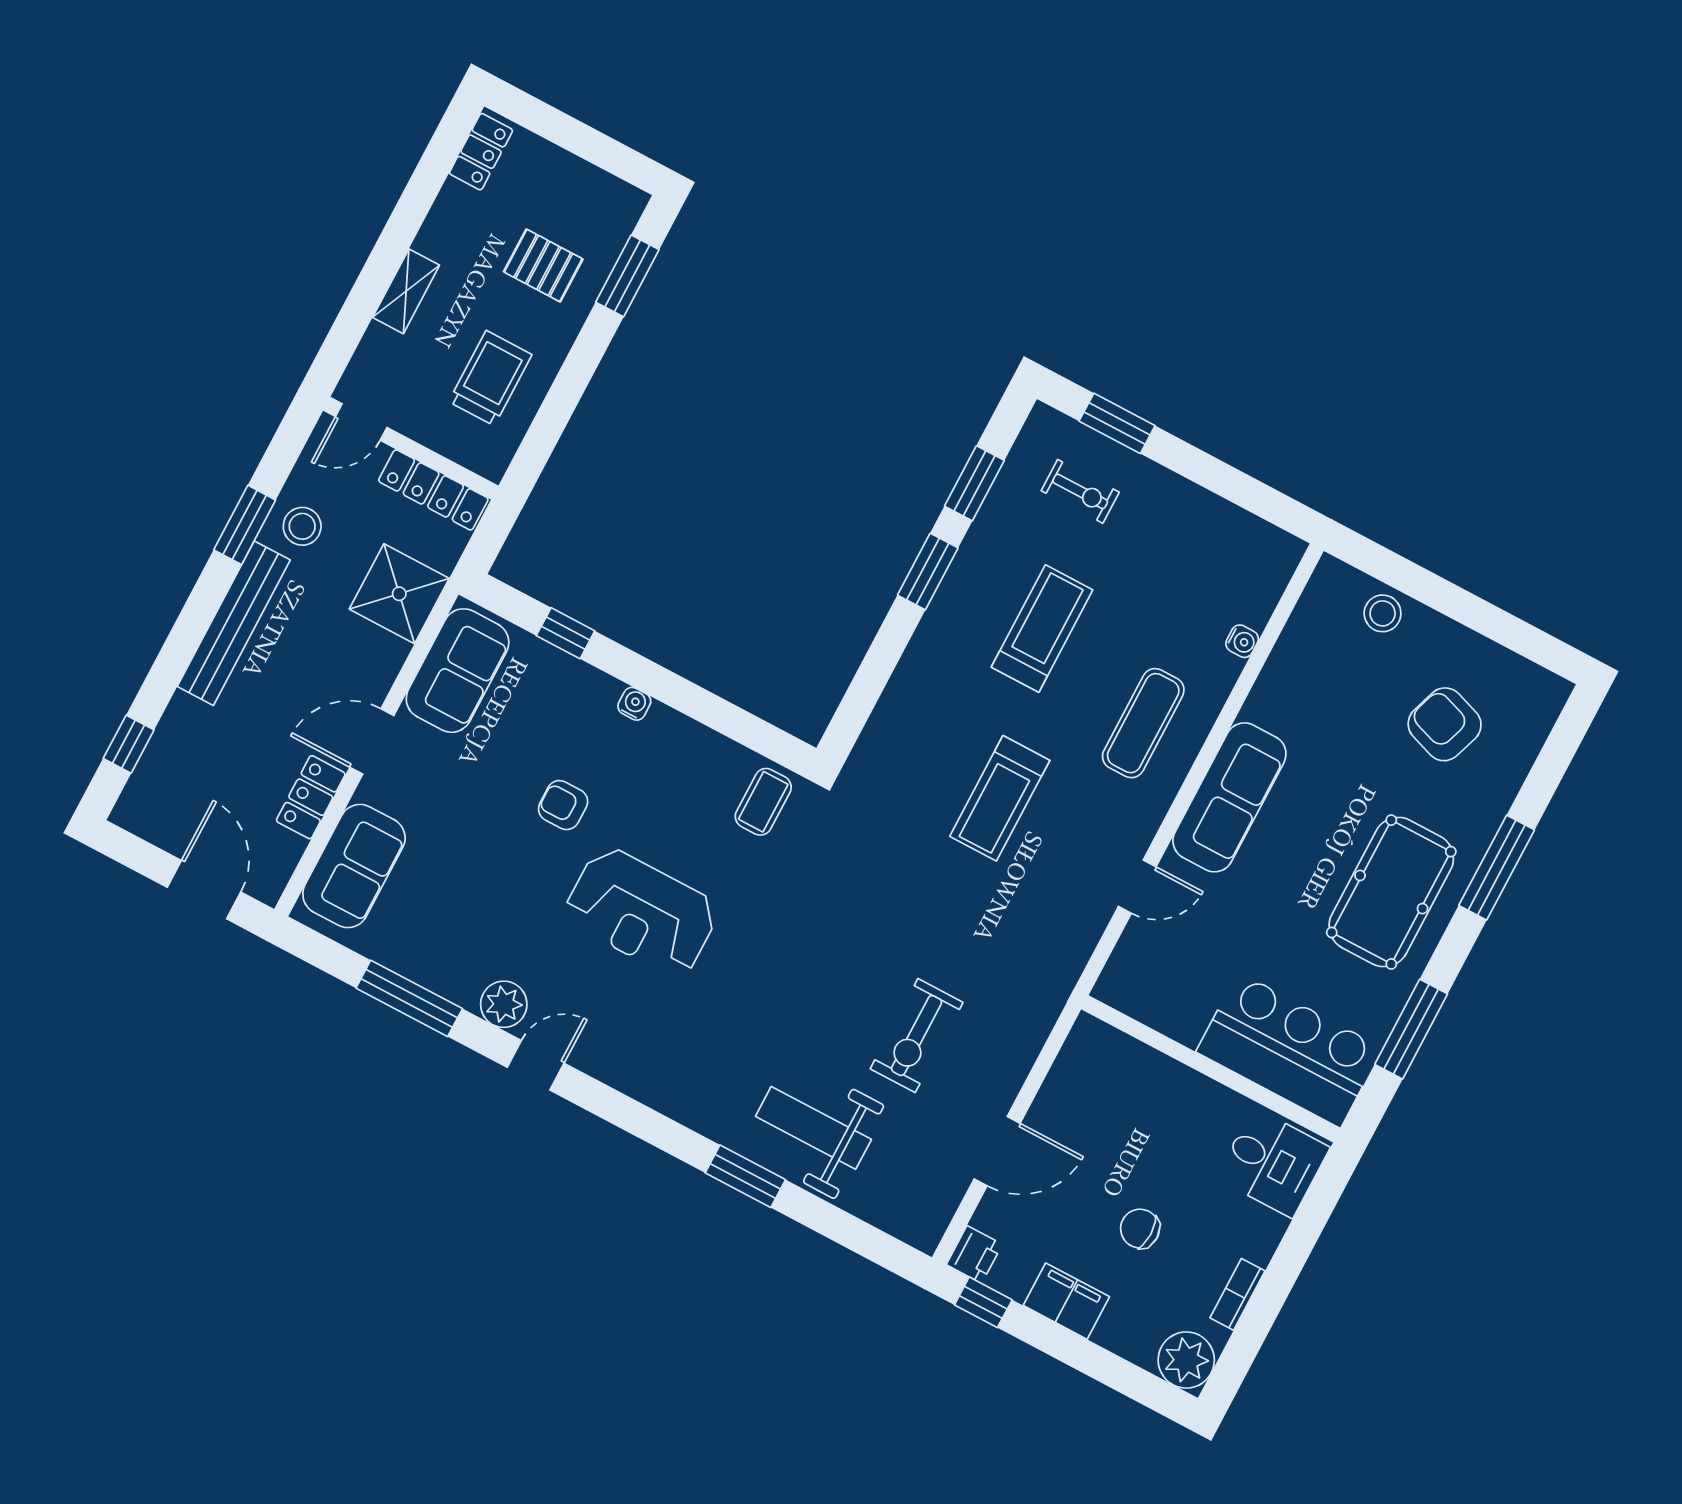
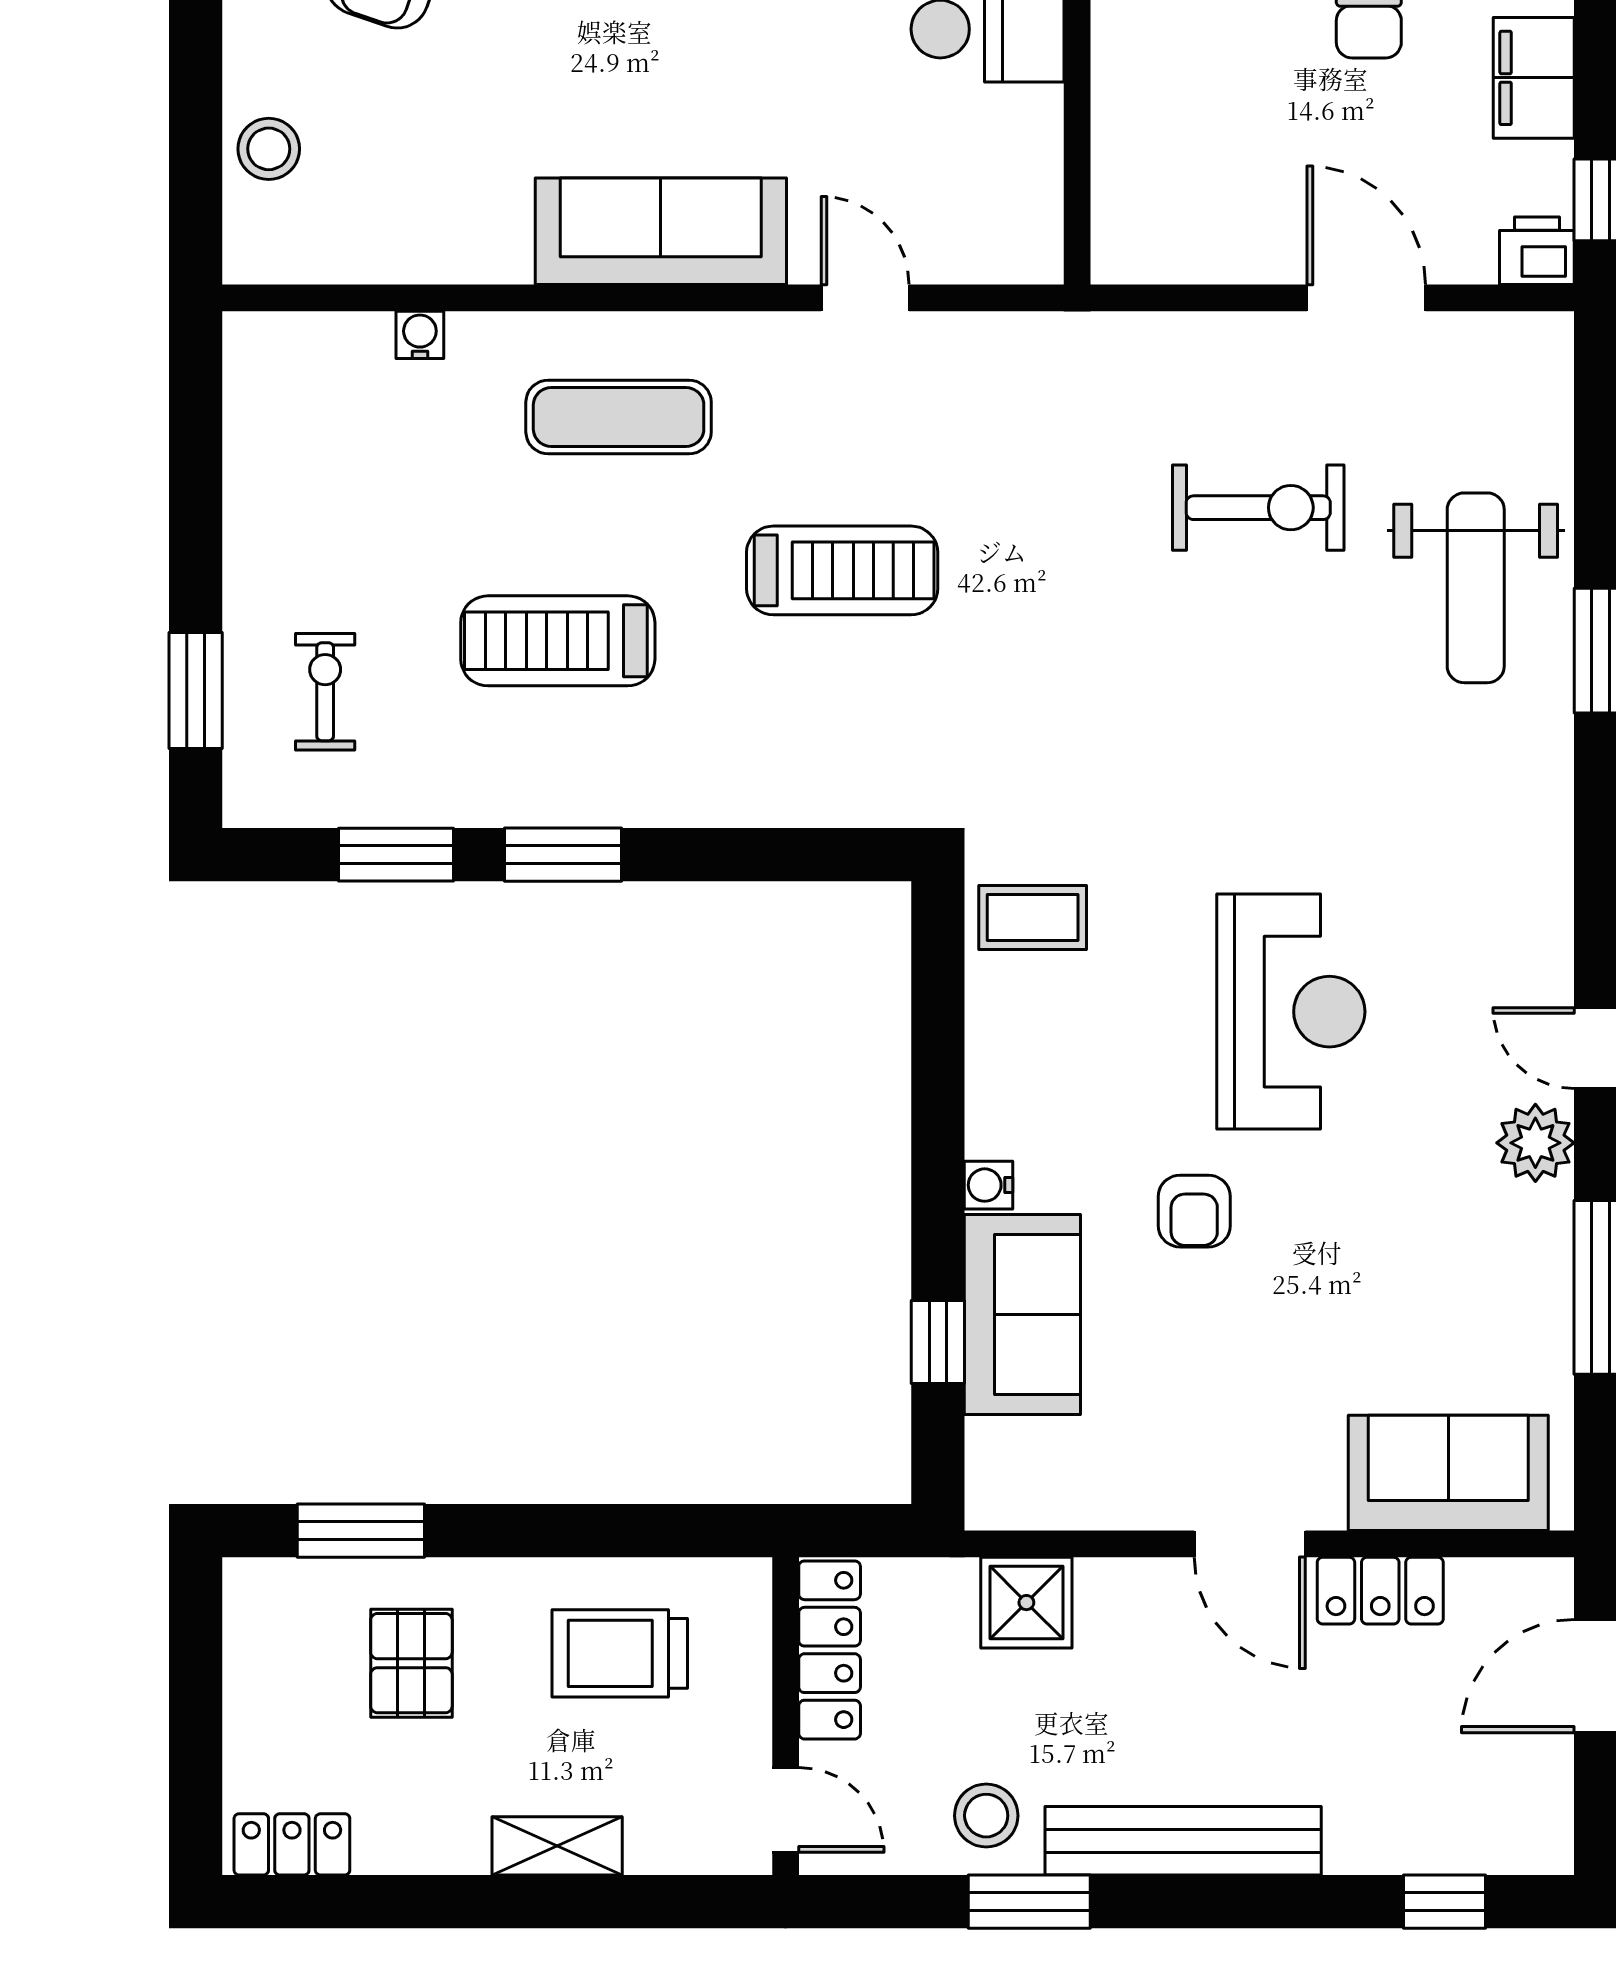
shower: (399, 594) -> (1026, 1603), width x0.73, depth x0.73
sofa: (458, 671) -> (1022, 1314), moved, turned 90

